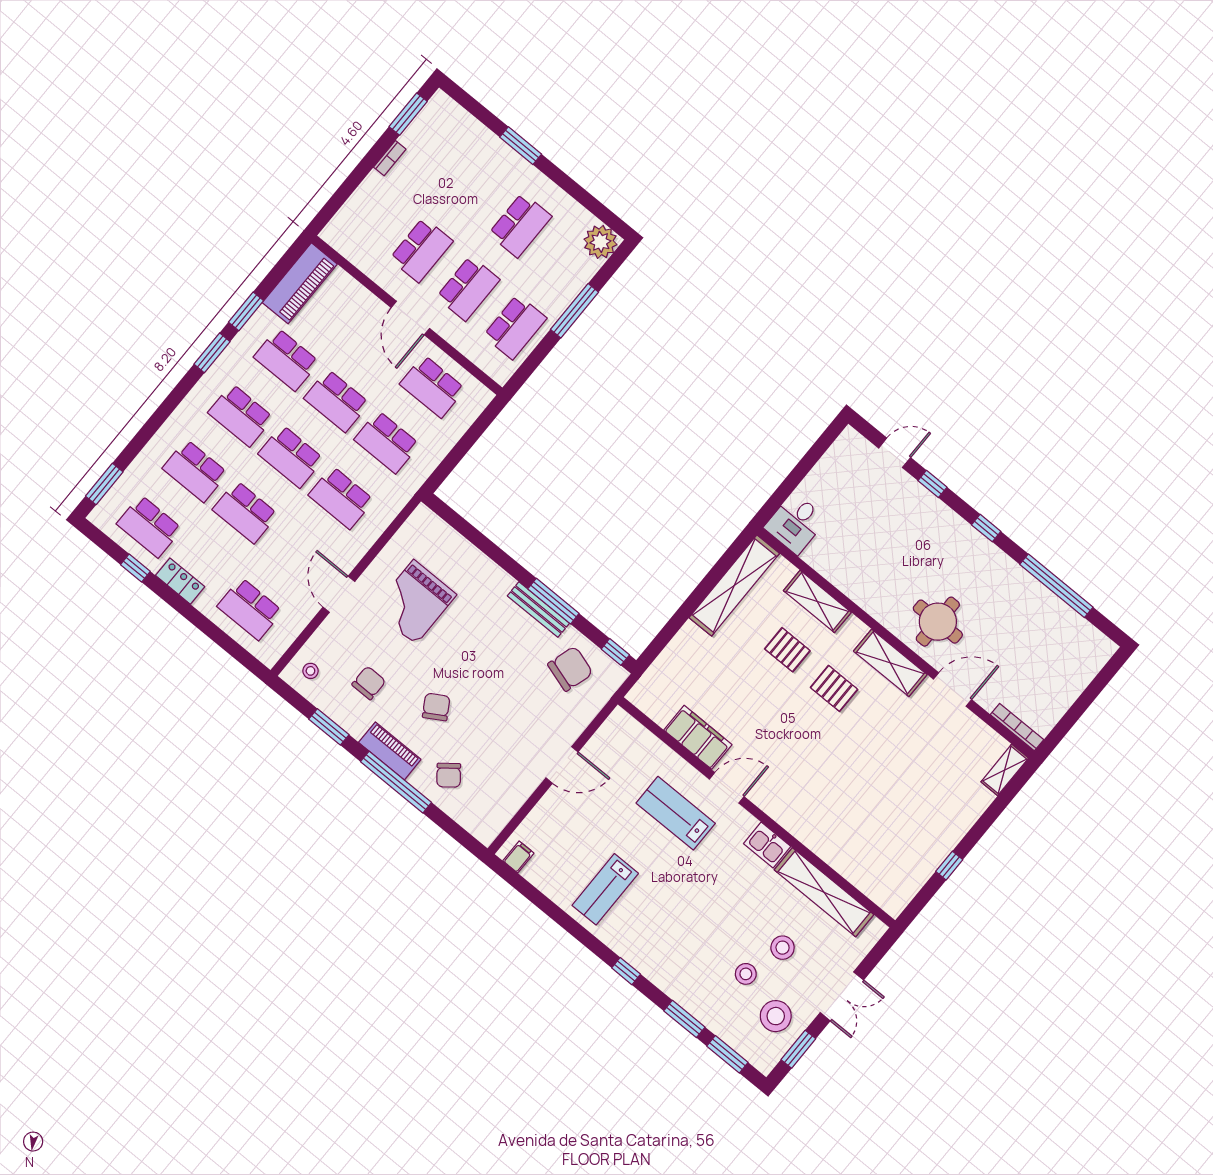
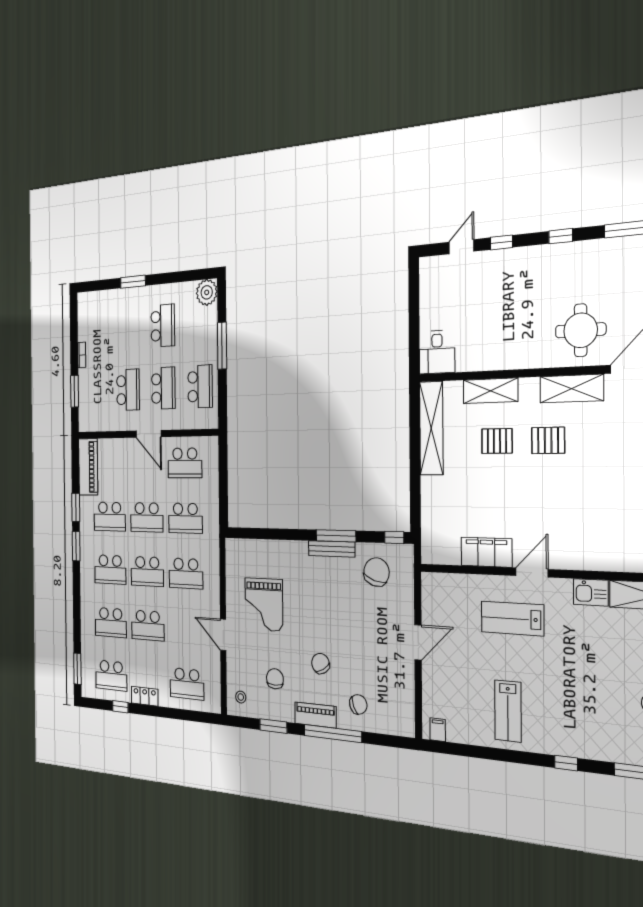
window: (408, 114) -> (75, 391), moved
chair: (449, 775) -> (358, 704), turned -73

